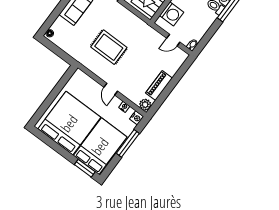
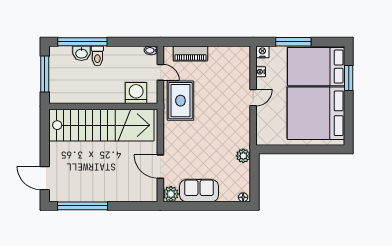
rug: (109, 47) -> (180, 101), moved
piano: (159, 85) -> (190, 53), moved
plant: (145, 105) -> (243, 156), moved
window: (85, 168) -> (349, 78), moved

